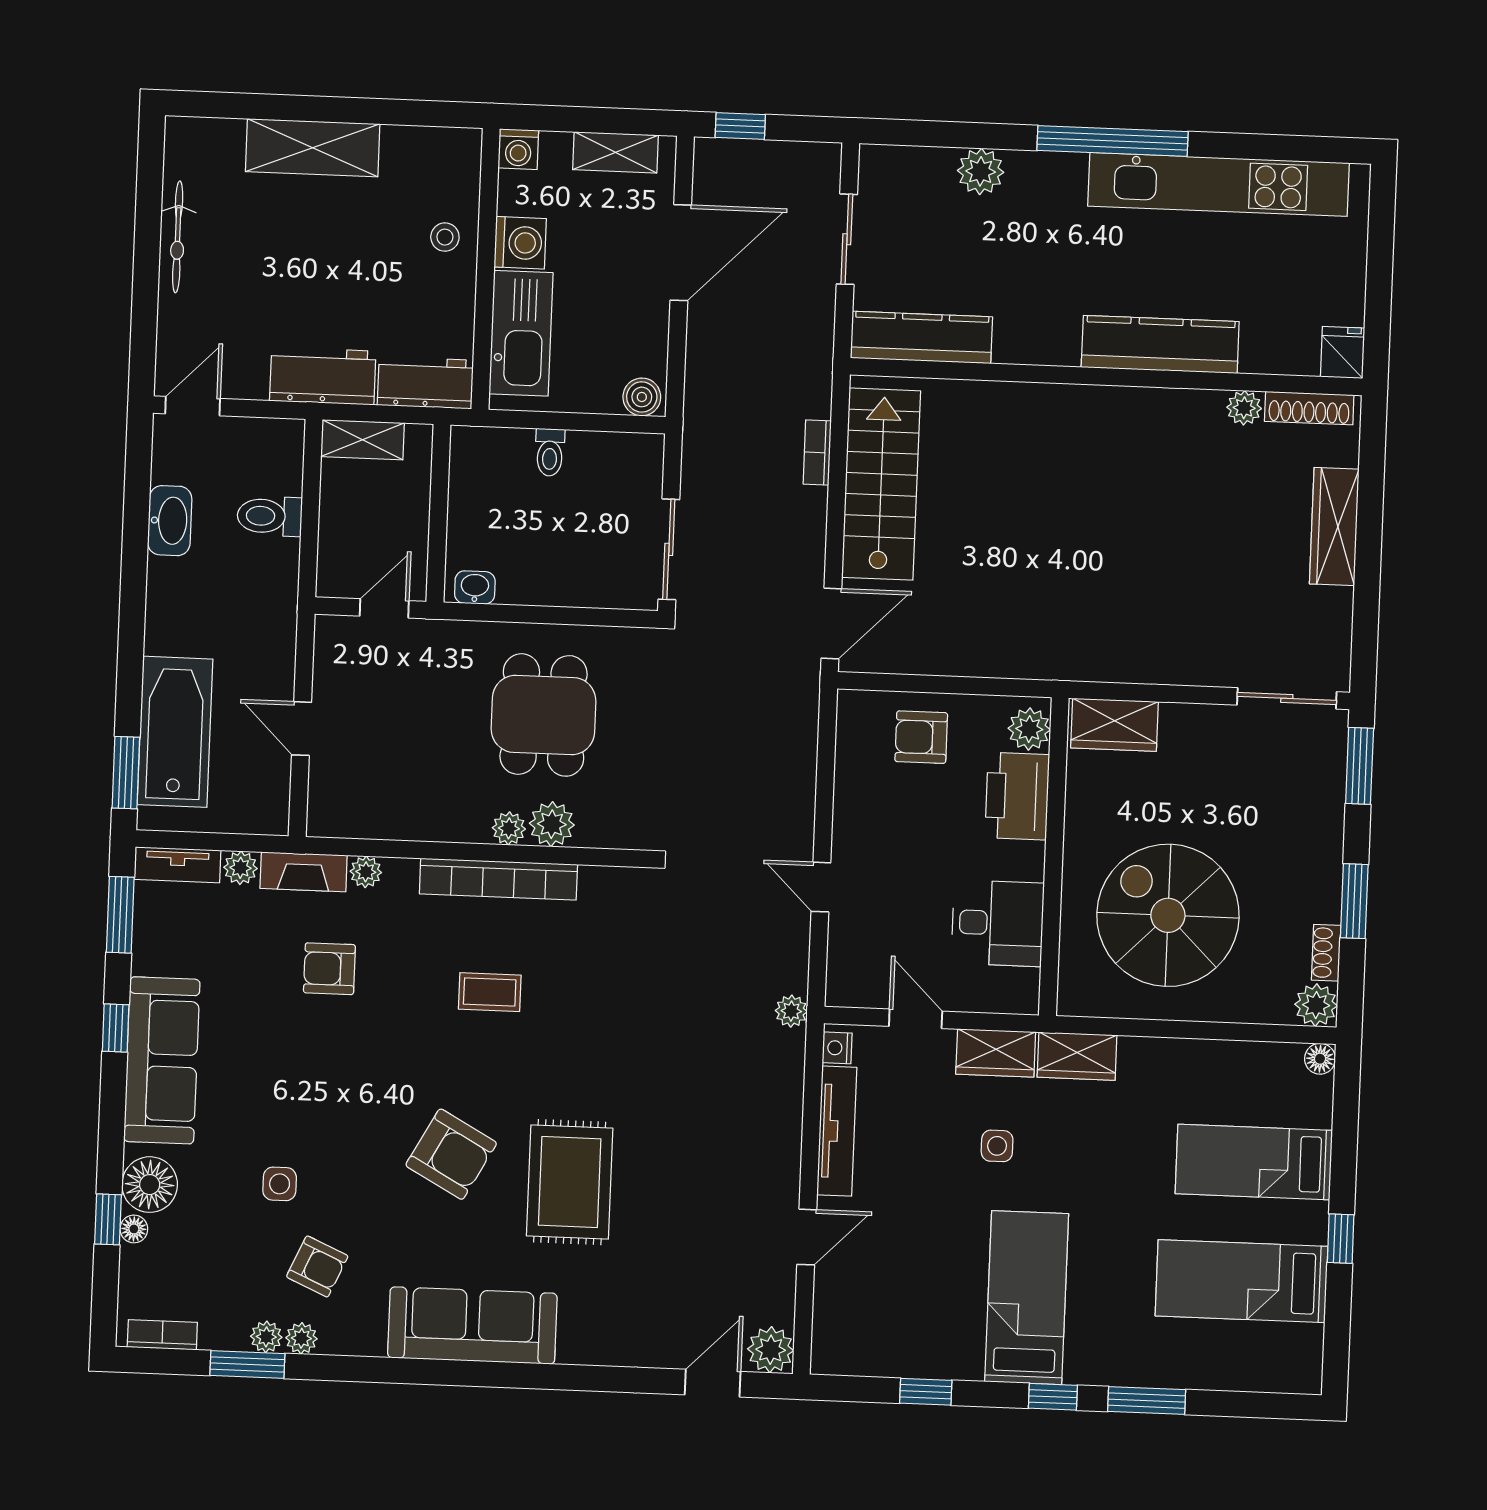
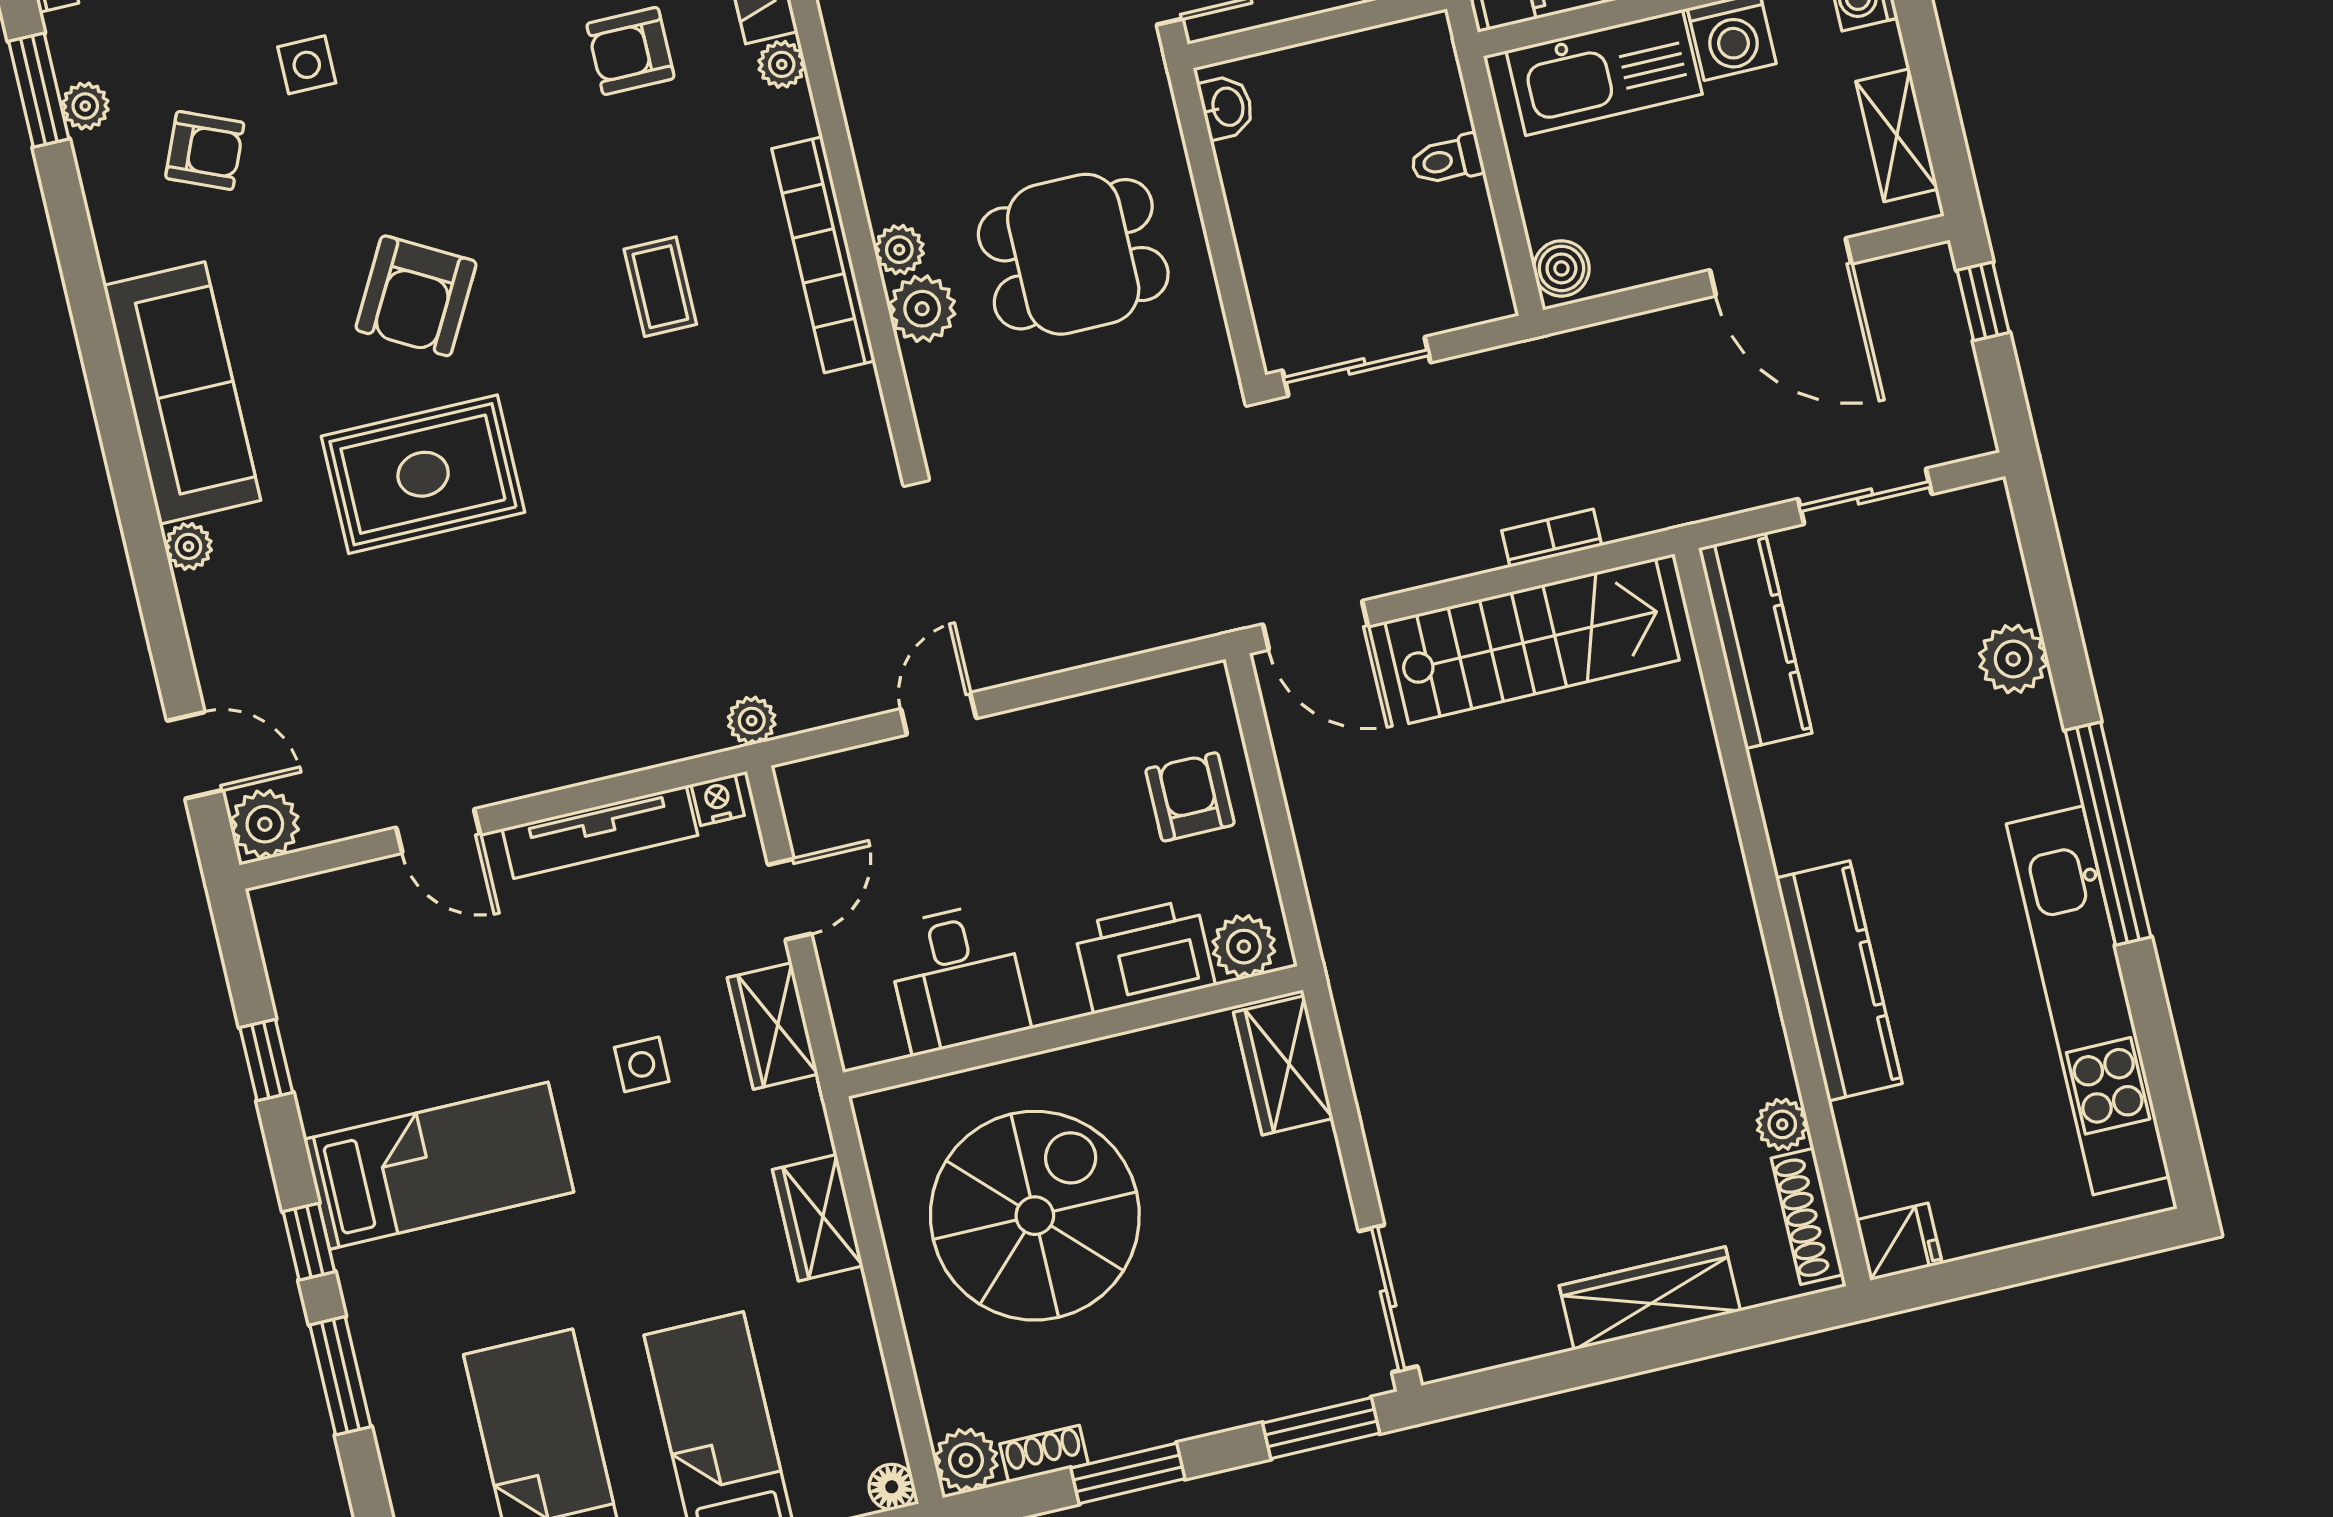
armchair: (329, 969) -> (631, 51), turned -90
wardrobe: (1077, 1056) -> (818, 1218), moved
armchair: (317, 1266) -> (205, 150), turned -91
plant: (301, 1338) -> (188, 546), moved

